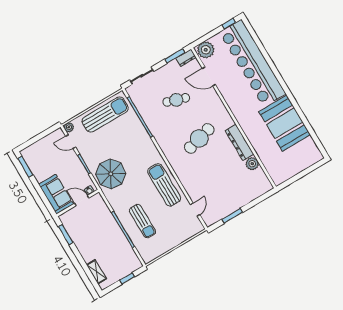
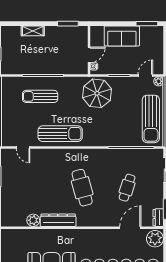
sofa: (56, 194) -> (122, 36), moved
shelving: (96, 272) -> (33, 31), moved

